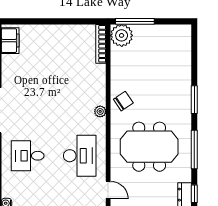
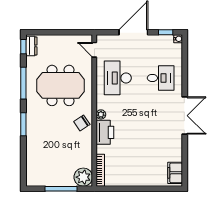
window: (135, 21) -> (61, 189), moved
printer: (95, 90) -> (105, 132), added

